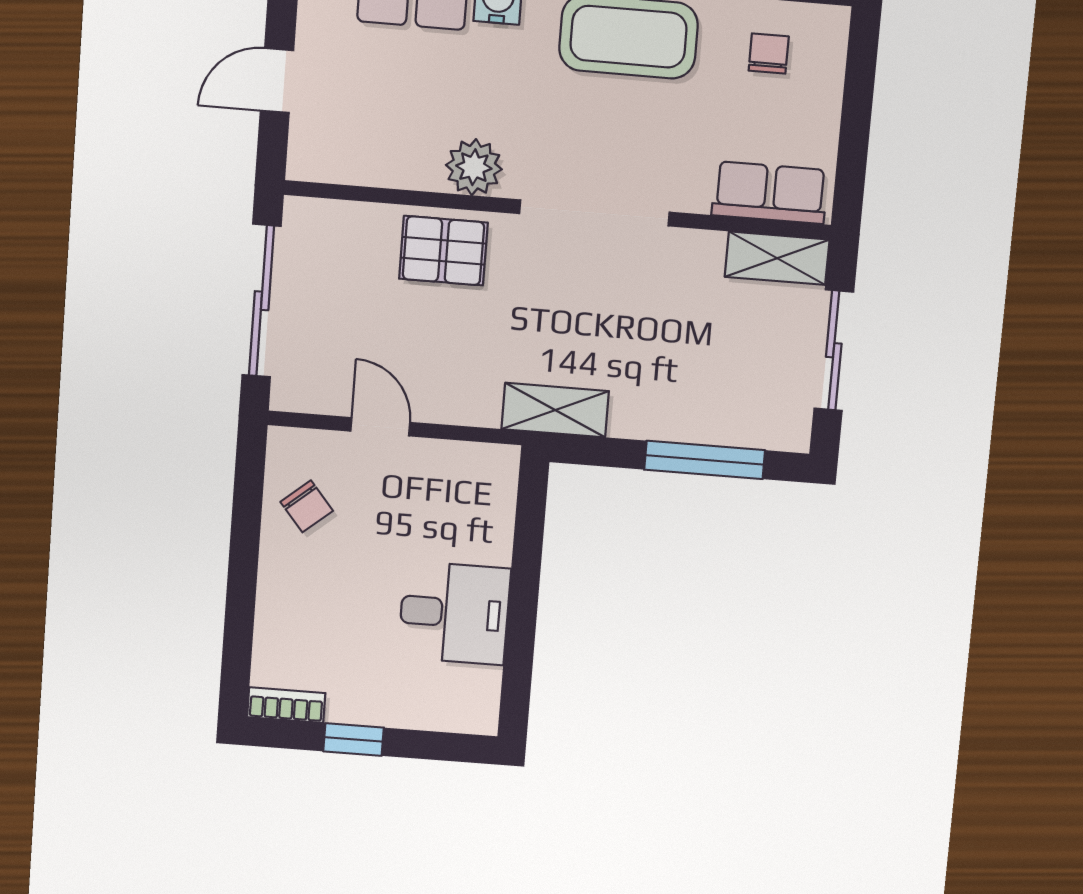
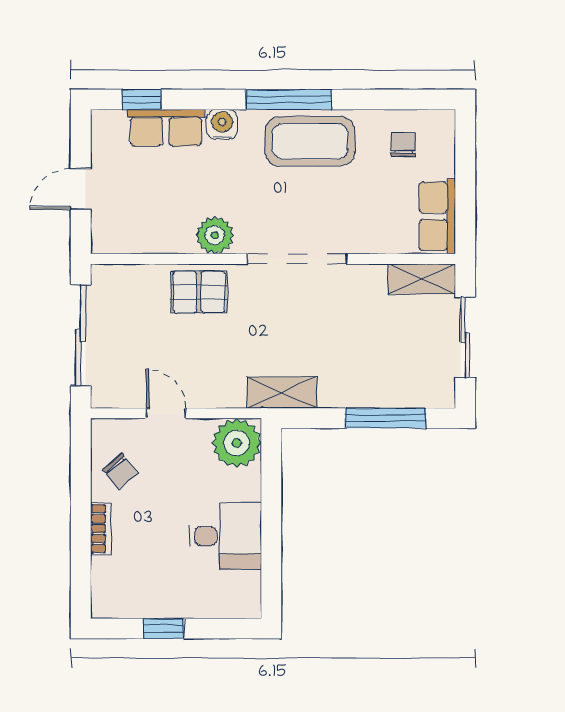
row of seats: (770, 193) -> (437, 216), moved, turned -90
plant: (482, 479) -> (237, 443), added
bookcase: (286, 705) -> (101, 529), moved, turned 90

